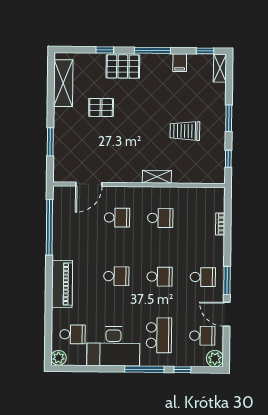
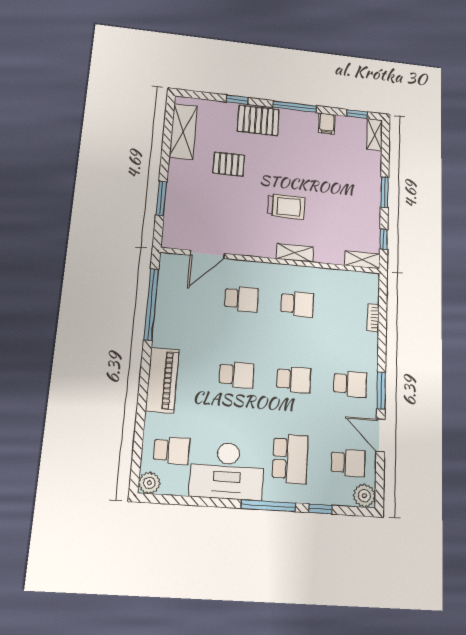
trolley: (185, 131) -> (286, 206), moved, turned 180
shelving: (211, 178) -> (363, 260), added

